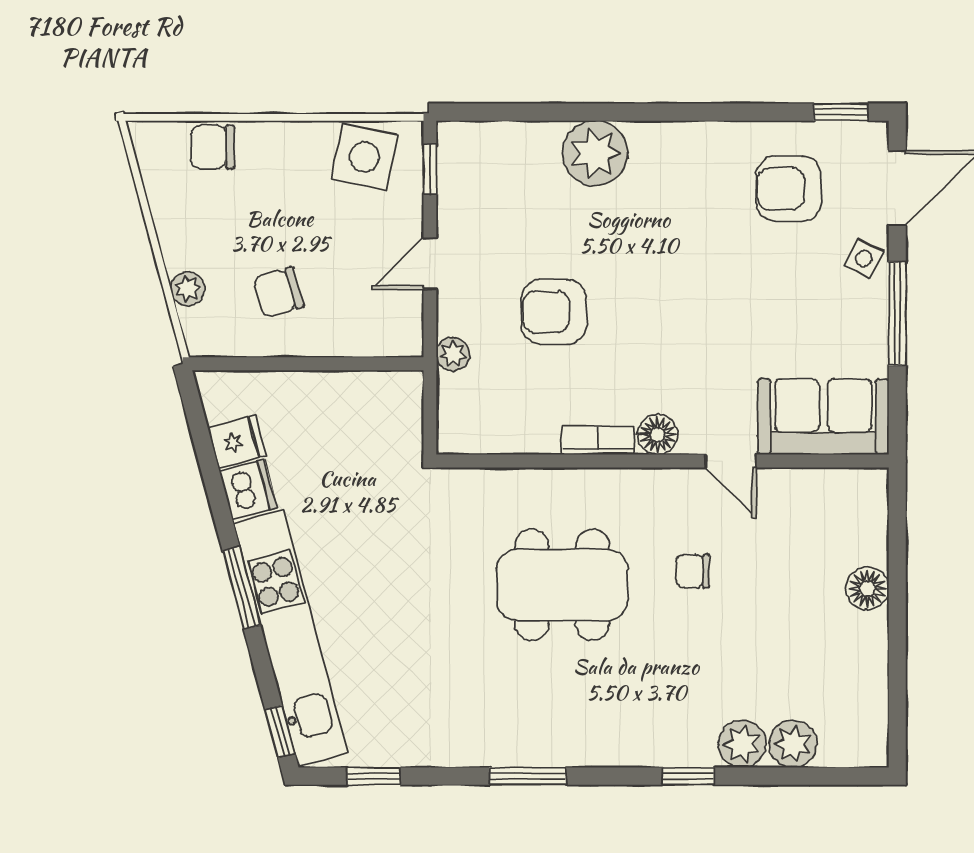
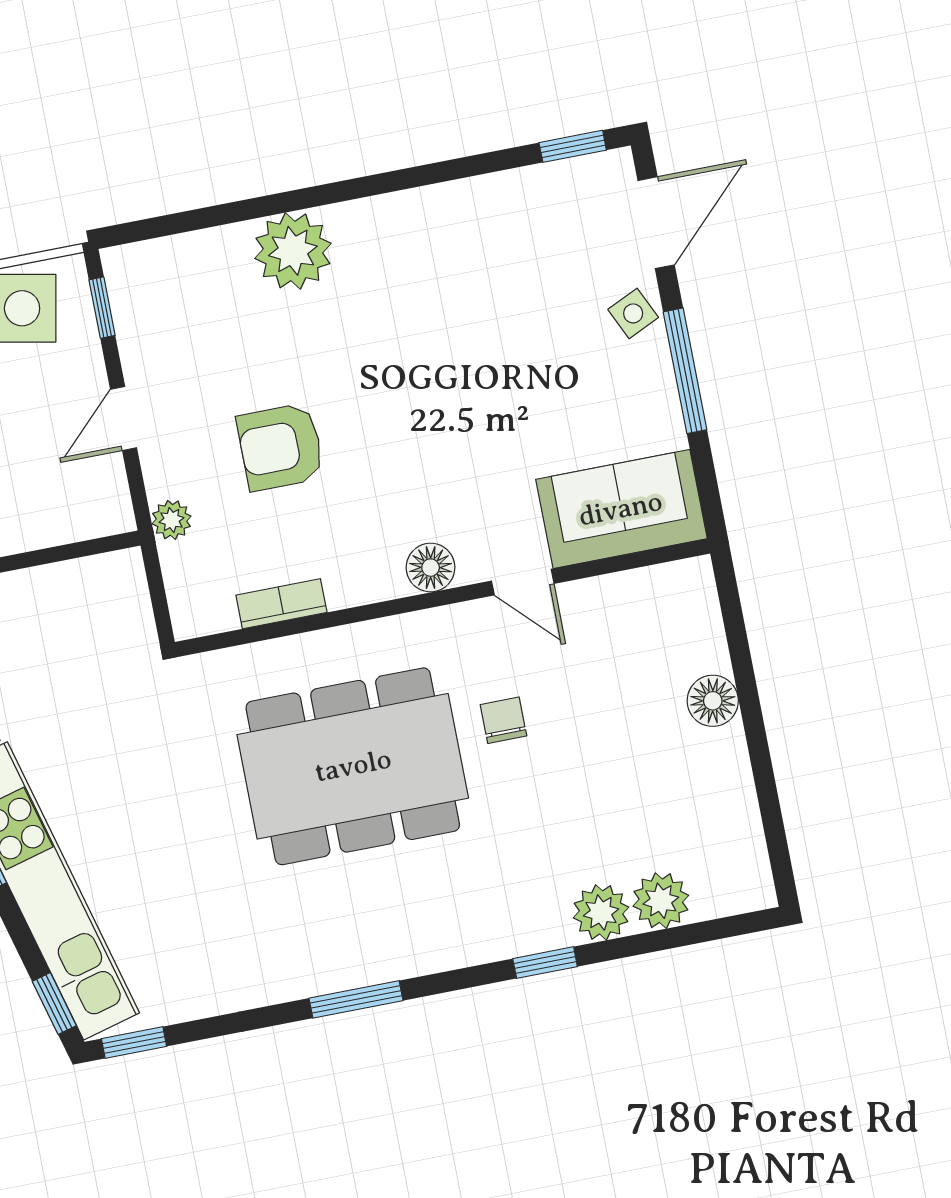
armchair: (789, 189) -> (529, 249), removed
side table: (864, 259) -> (633, 313), turned 38
bookcase: (598, 440) -> (281, 604), moved
chair: (693, 571) -> (503, 720), turned 90
dining table: (562, 585) -> (353, 766), width x1.36, depth x1.24
window: (374, 776) -> (134, 1042), moved

